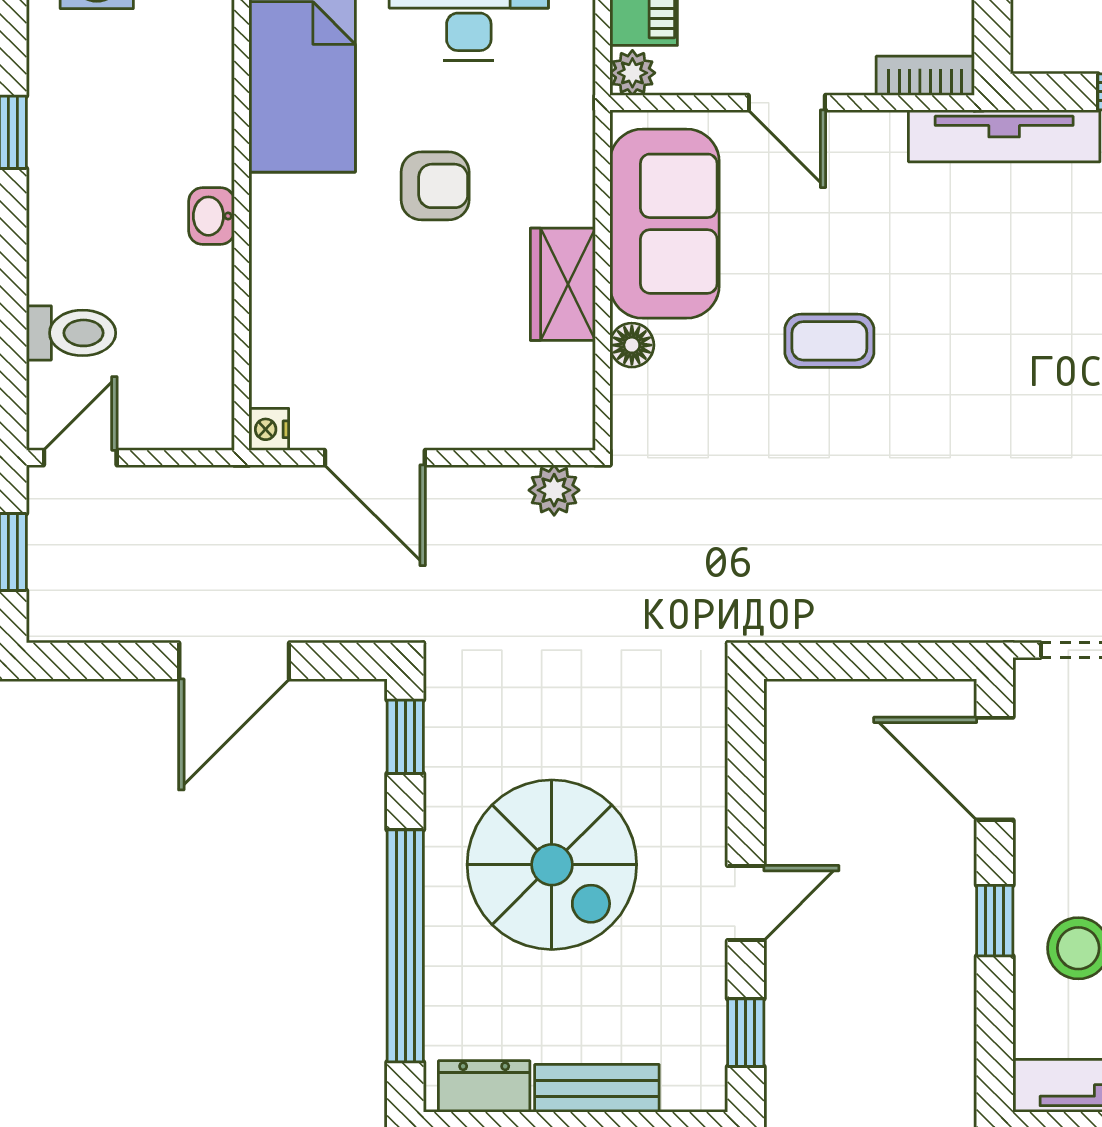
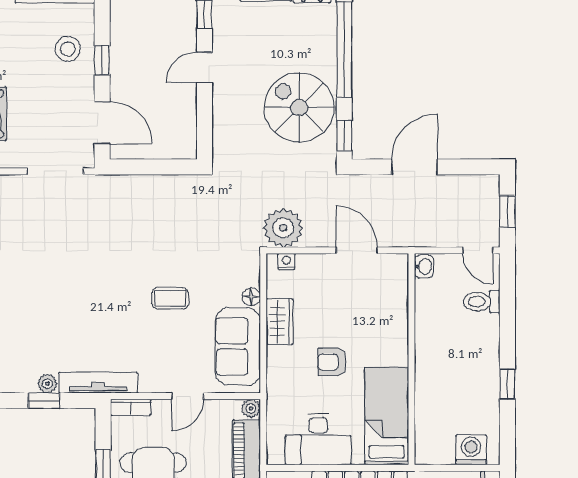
door: (787, 103) -> (188, 396), swing flipped
washbasin: (212, 216) -> (424, 266), moved
nightstand: (269, 429) -> (286, 262), moved, turned -90
door: (80, 458) -> (478, 250), hinge flipped
plant: (554, 490) -> (283, 228), width x1.88, depth x1.88
spiral stairs: (552, 865) -> (299, 107), moved

